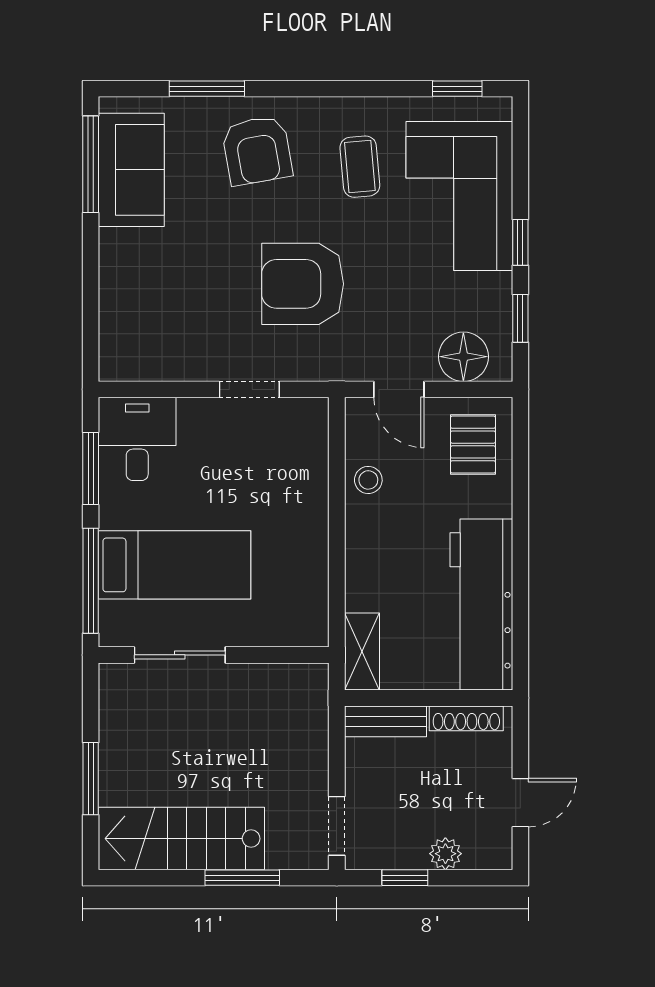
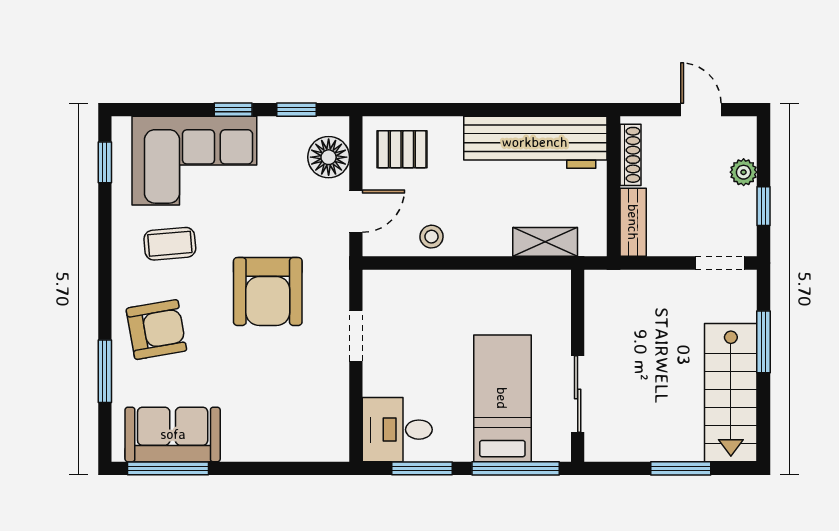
shelving: (362, 652) -> (545, 242), moved

